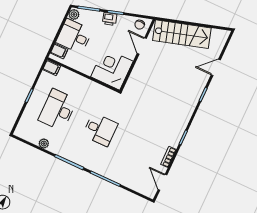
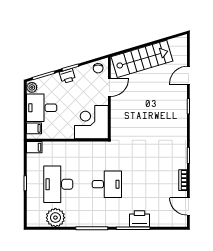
door: (142, 46) -> (109, 87), swing flipped
plant: (44, 144) -> (55, 218), width x1.88, depth x1.88
printer: (115, 173) -> (140, 219), added

